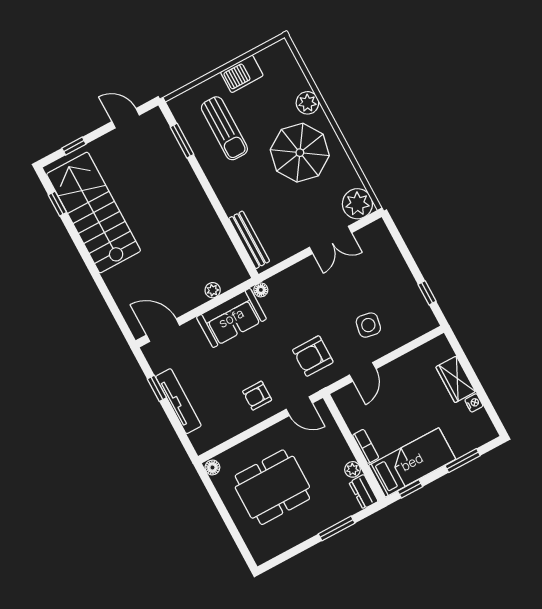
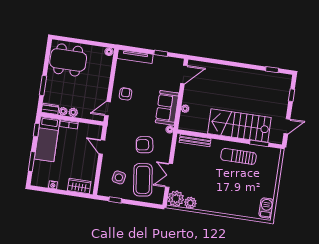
barbecue: (242, 74) -> (266, 208), moved
plant: (307, 103) -> (190, 203), moved
sun lounger: (224, 128) -> (238, 156), moved
parasol: (300, 153) -> (216, 190), removed
stairs: (94, 213) -> (239, 125), moved, turned 180
coffee table: (366, 274) -> (143, 180), added
side table: (368, 325) -> (119, 177), moved
armchair: (313, 356) -> (145, 145), moved, turned -99
wardrobe: (456, 379) -> (79, 186), moved
tv unit: (178, 401) -> (135, 56), moved
plant: (343, 453) -> (73, 112), added
dining table: (272, 487) -> (68, 60), moved, turned 90

